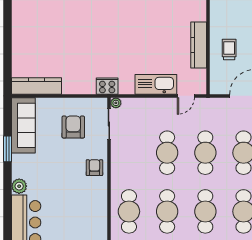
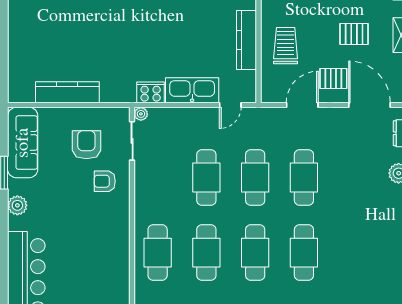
trolley: (229, 49) -> (286, 46), width x1.36, depth x1.39
kitchen counter: (36, 86) -> (67, 92), moved
cooker: (107, 86) -> (151, 92), moved
armchair: (94, 168) -> (105, 181), moved, turned -90
plant: (19, 186) -> (17, 205), moved

